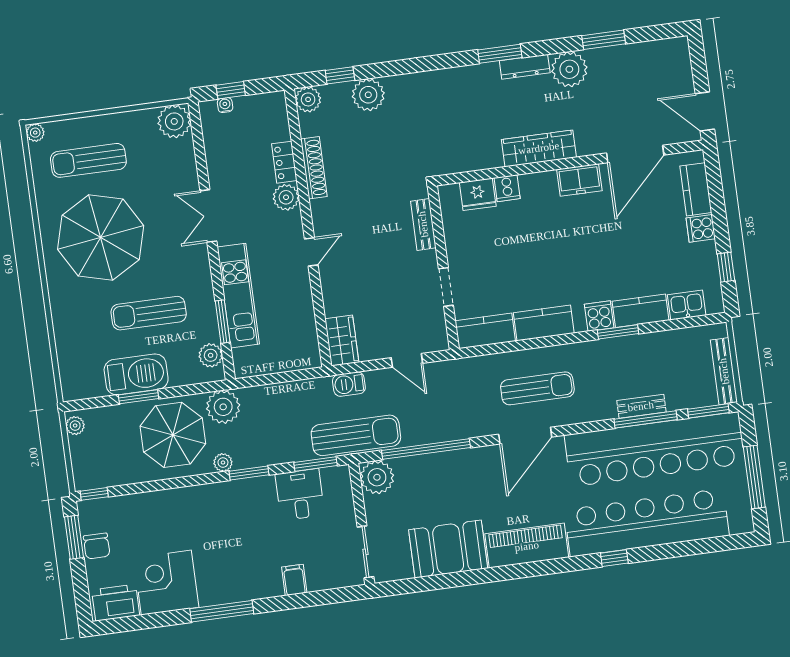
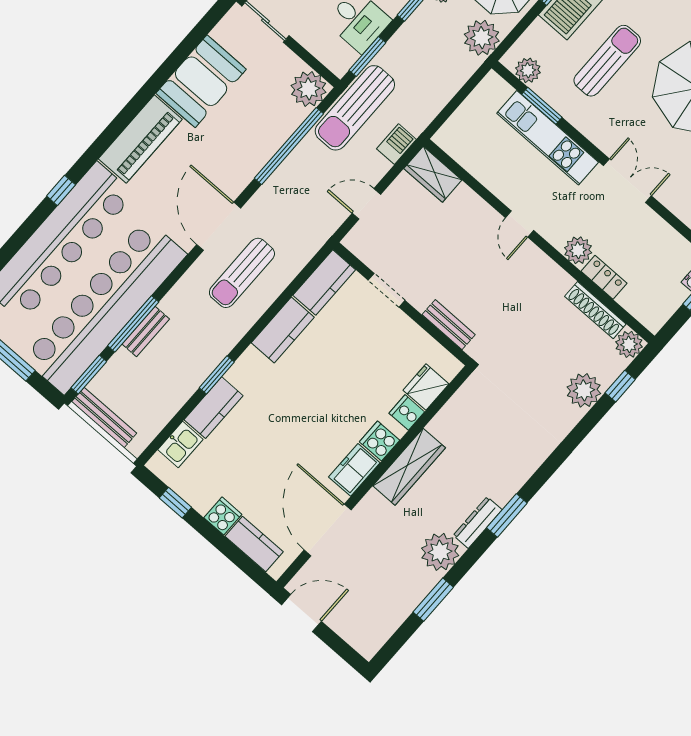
shoe rack: (314, 168) -> (595, 310), moved
cooker: (599, 316) -> (380, 441), moved, turned 180

